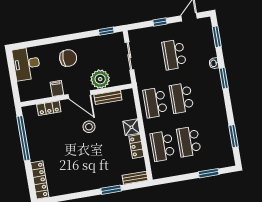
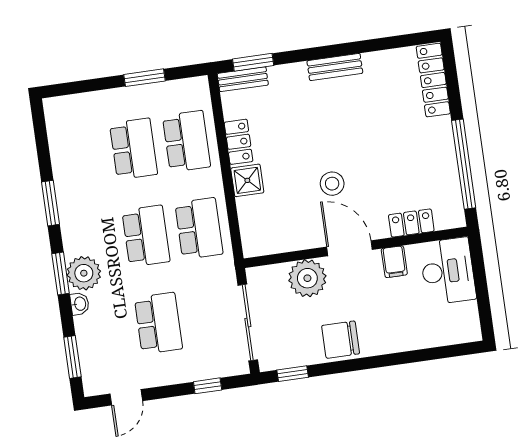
window: (160, 22) -> (208, 386), moved
sliding door: (129, 56) -> (248, 322), width x1.37
chair: (68, 58) -> (341, 340), moved
desk: (26, 64) -> (448, 271), moved
plant: (212, 79) -> (84, 273), added
bench: (108, 97) -> (335, 67), moved
window: (234, 136) -> (51, 203), moved
window: (209, 173) -> (144, 78), moved
window: (111, 190) -> (253, 62), moved

